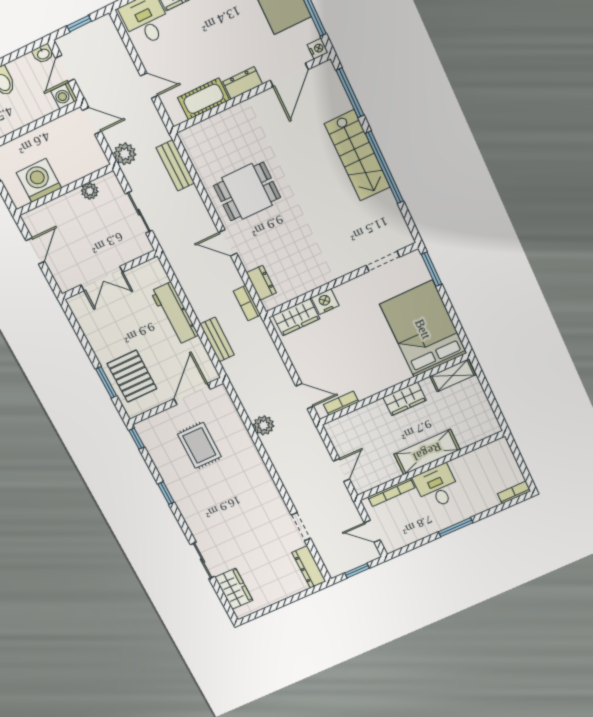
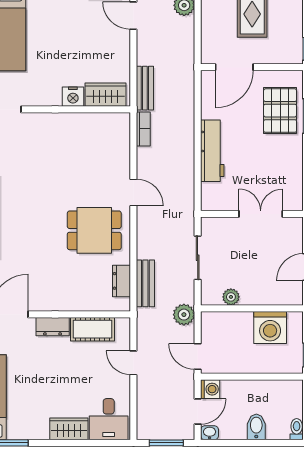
window: (79, 24) -> (166, 443), width x1.50
dresser: (261, 283) -> (121, 281), moved
bench: (217, 339) -> (145, 88), moved

